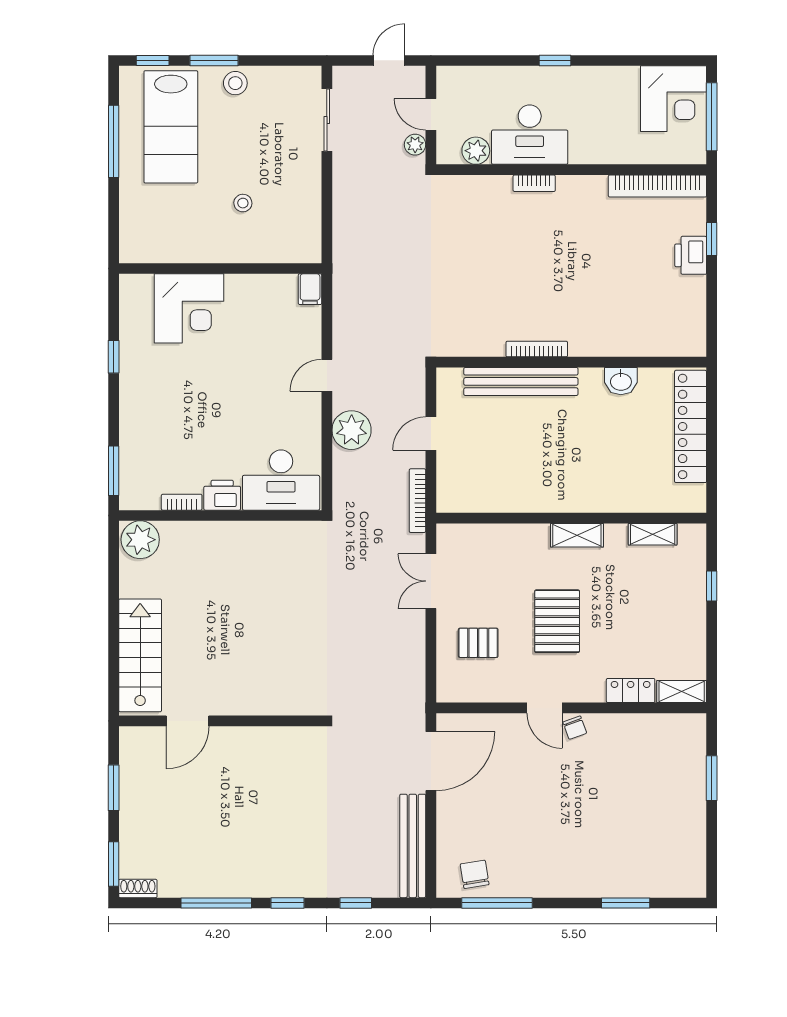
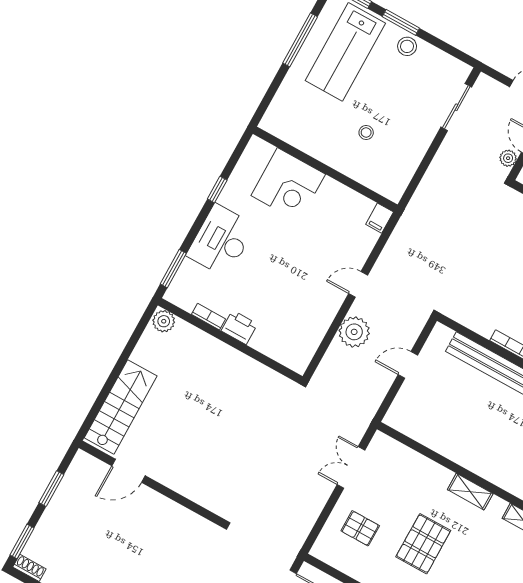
desk: (281, 480) -> (221, 241), moved, turned 90
bookcase: (417, 501) -> (373, 406), removed
plant: (140, 540) -> (164, 321), width x0.73, depth x0.73

